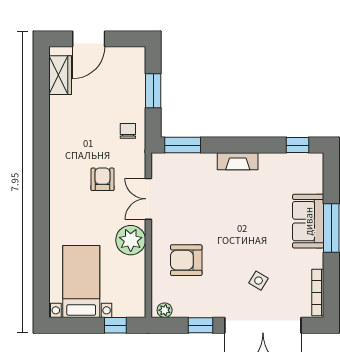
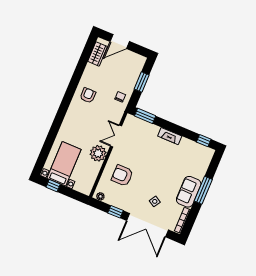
armchair: (102, 179) -> (88, 95), moved
sofa: (308, 221) -> (189, 192), moved
window: (115, 325) -> (53, 186), moved

